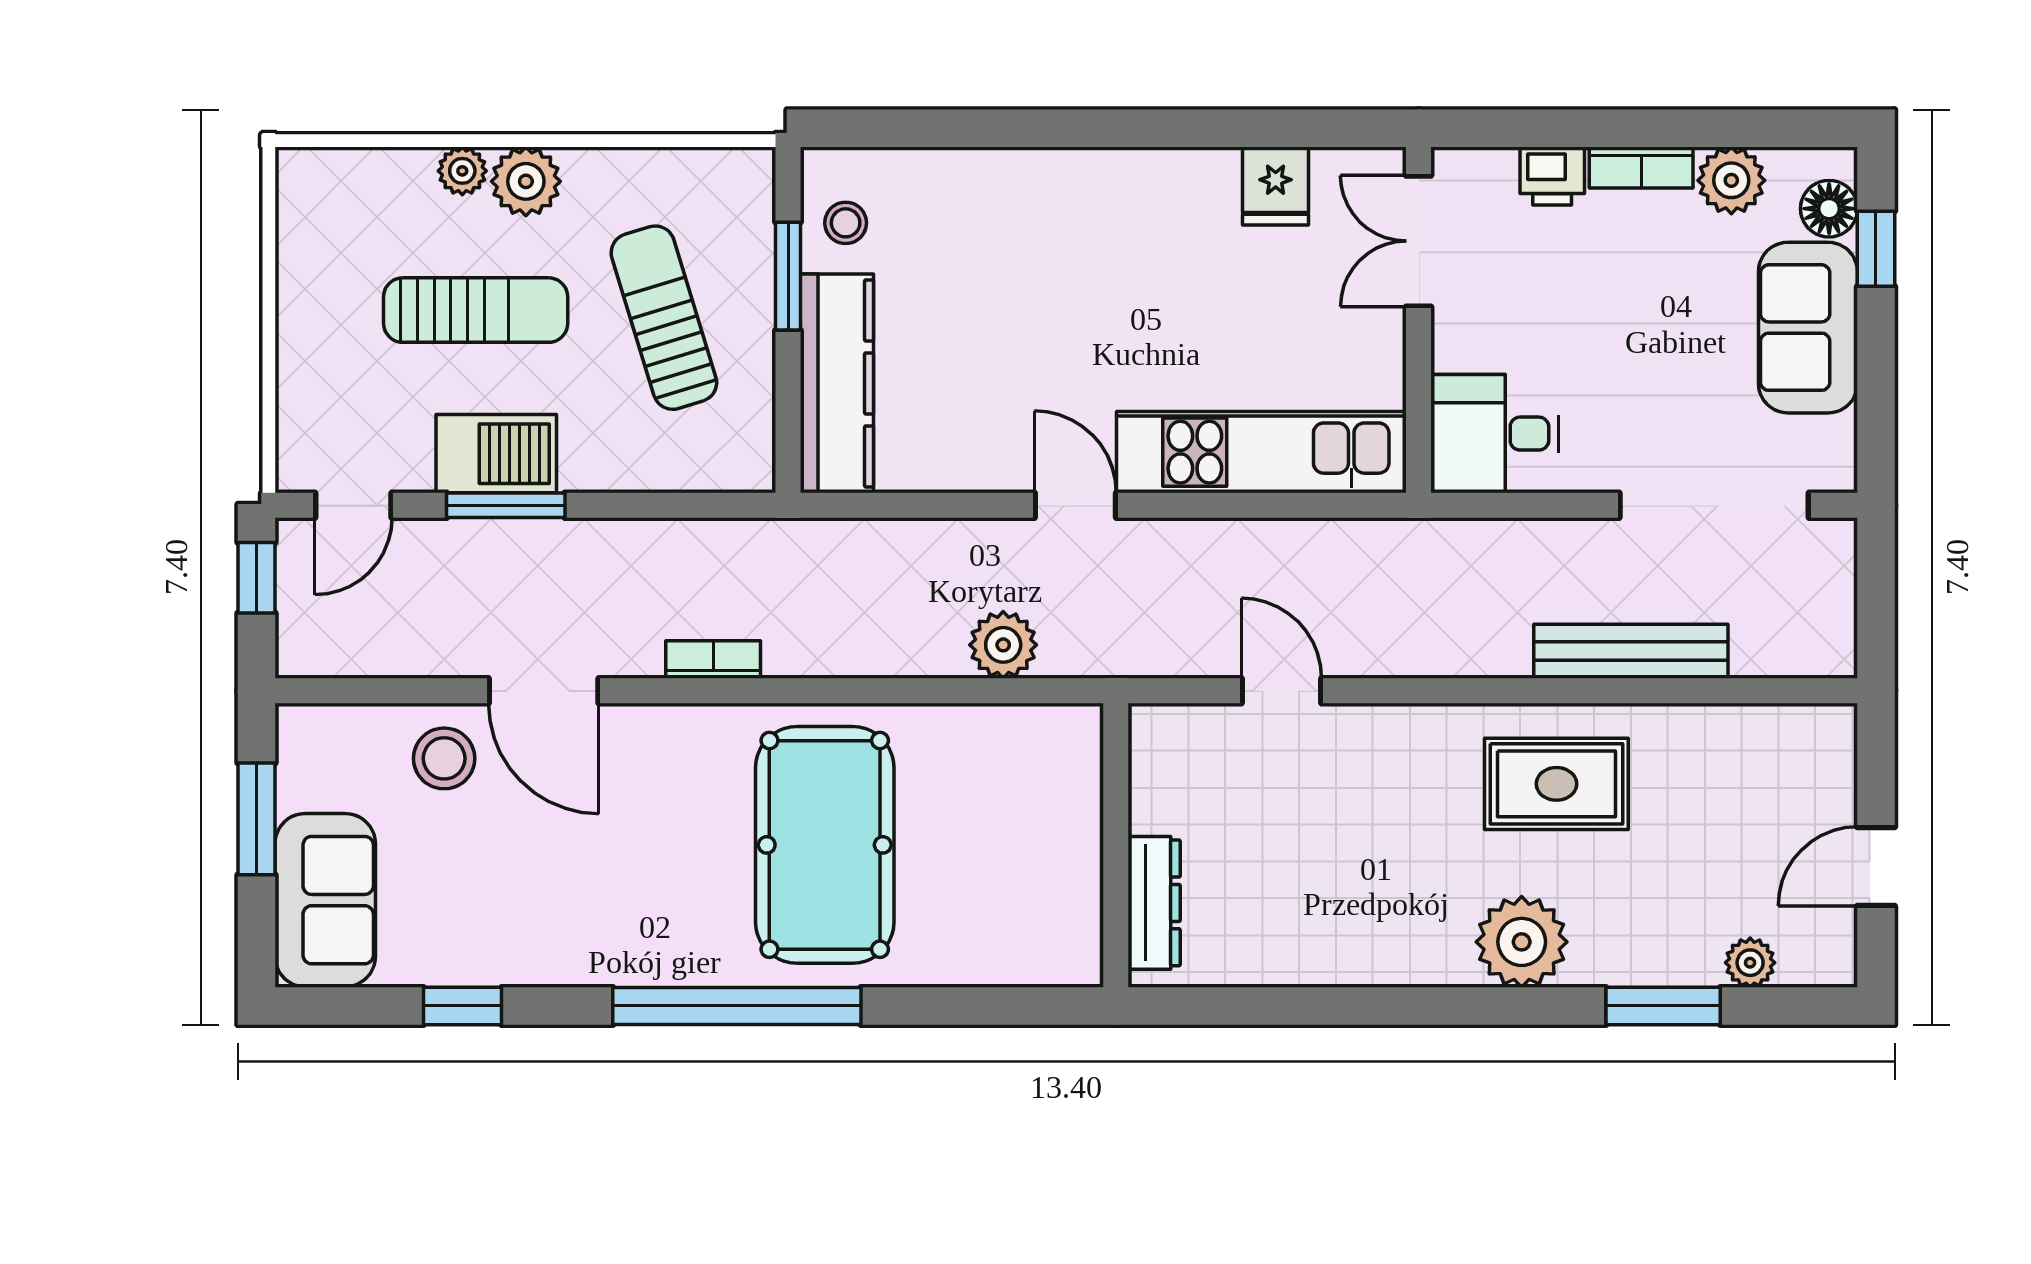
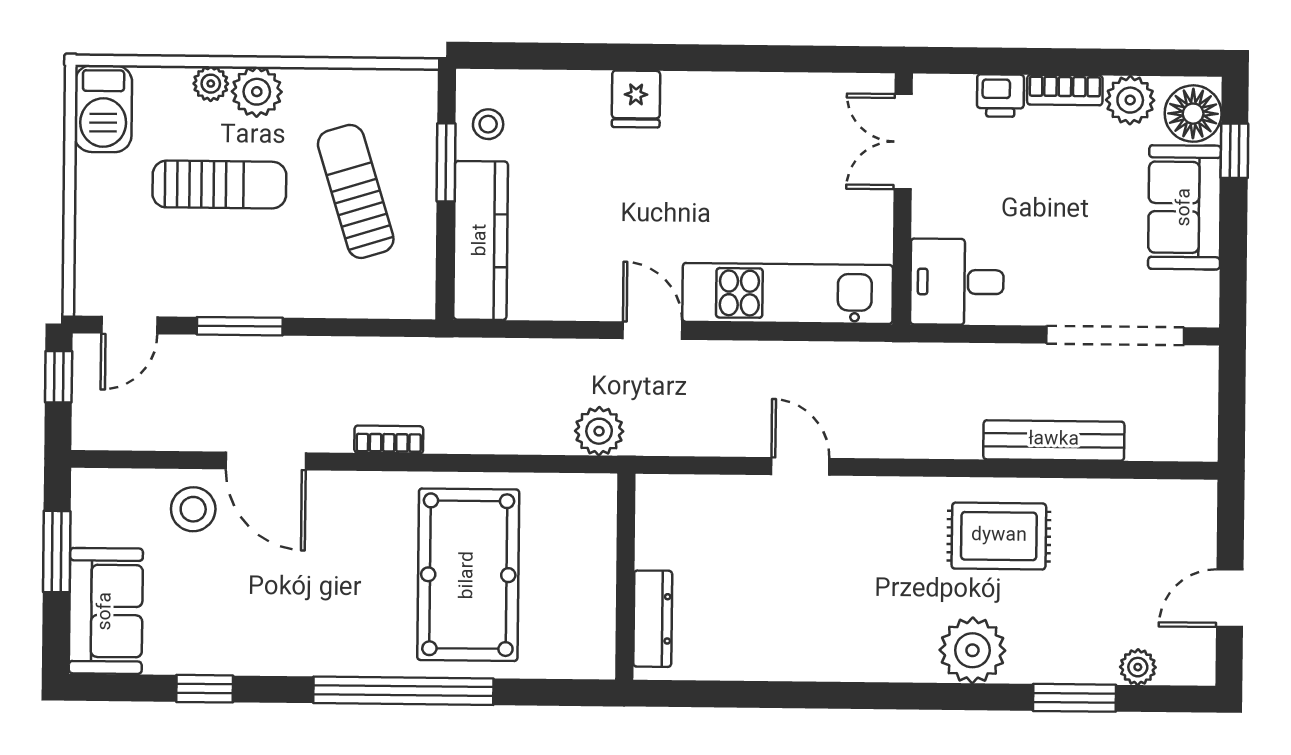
fridge: (1276, 186) -> (636, 99), moved
floor lamp: (1829, 209) -> (1193, 114), width x1.38, depth x1.38
barbecue: (496, 454) -> (103, 109), moved, turned 90
wall: (1116, 845) -> (625, 577), moved
dresser: (1154, 903) -> (653, 619), moved

